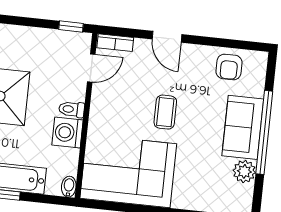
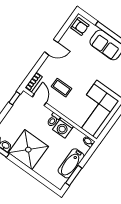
door: (167, 37) -> (51, 47), moved
armchair: (229, 67) -> (80, 27), moved
coffee table: (165, 112) -> (61, 88), moved

